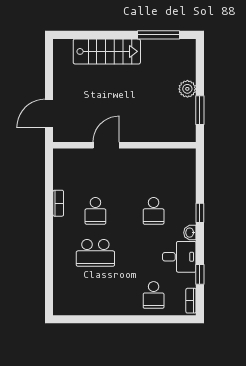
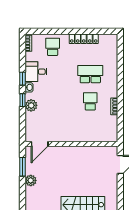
door: (106, 145) -> (40, 144), moved
plant: (187, 205) -> (31, 105), added
school desk: (154, 211) -> (53, 101), removed
window: (200, 274) -> (23, 79), moved
locker: (105, 308) -> (84, 39), added

